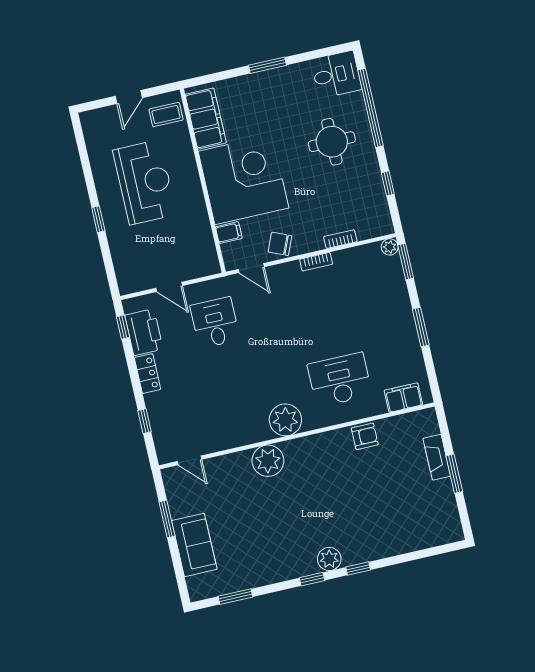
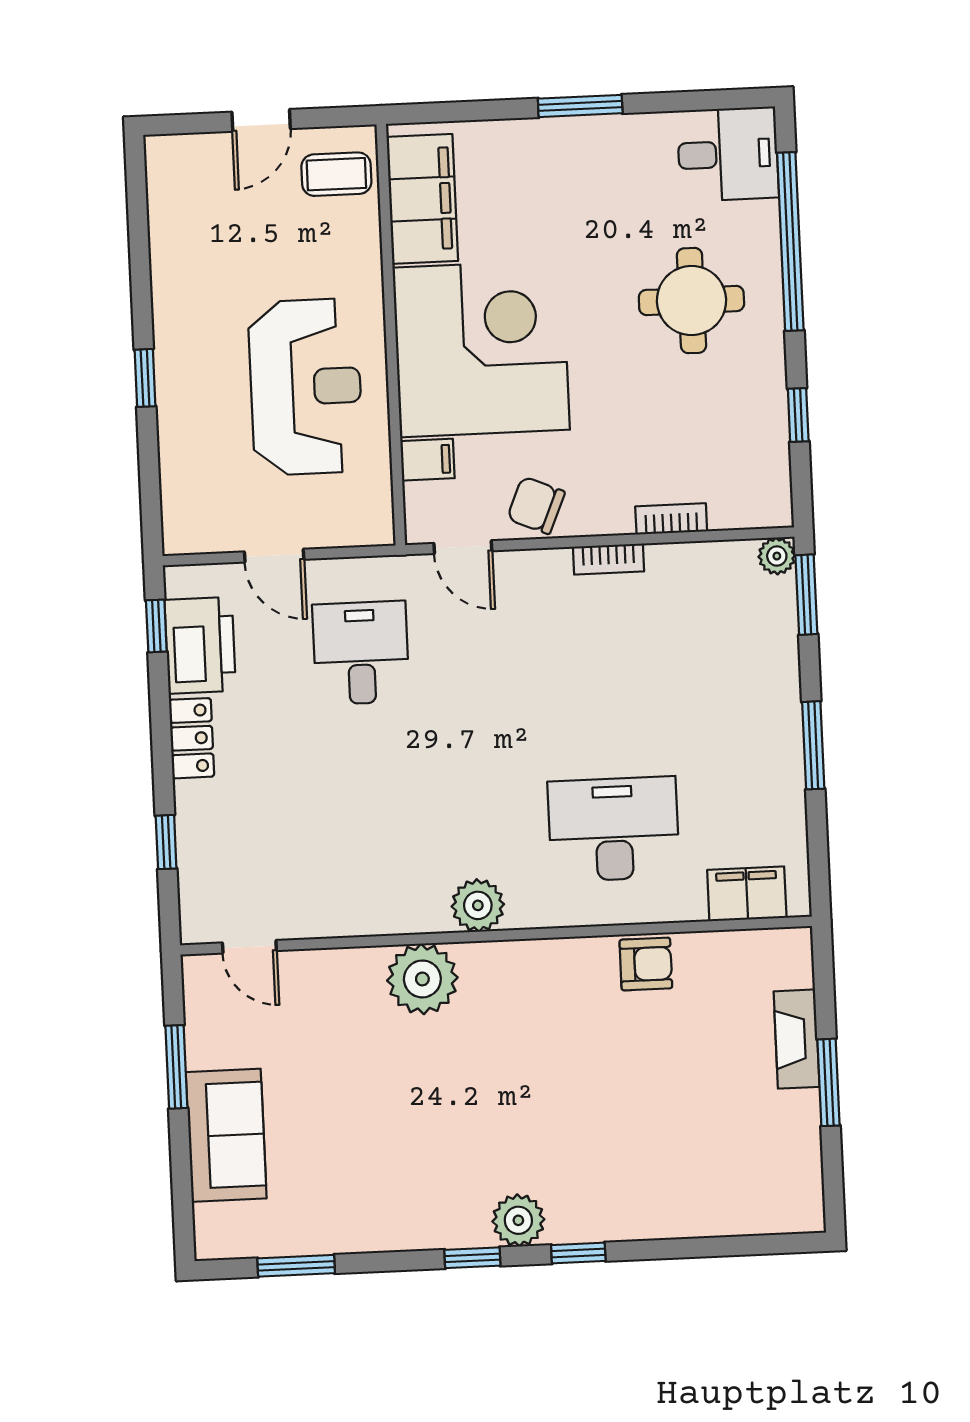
reception desk: (145, 182) -> (306, 387), moved
plant: (285, 420) -> (478, 905), width x0.73, depth x0.73

